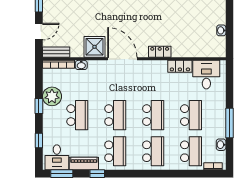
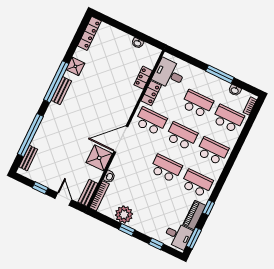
locker: (160, 52) -> (143, 78), moved
school desk: (77, 115) -> (151, 121), moved

